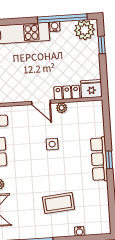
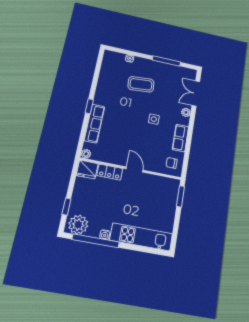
plant: (62, 108) -> (86, 154), moved
side table: (52, 144) -> (154, 119), moved
row of seats: (99, 159) -> (94, 124), moved

